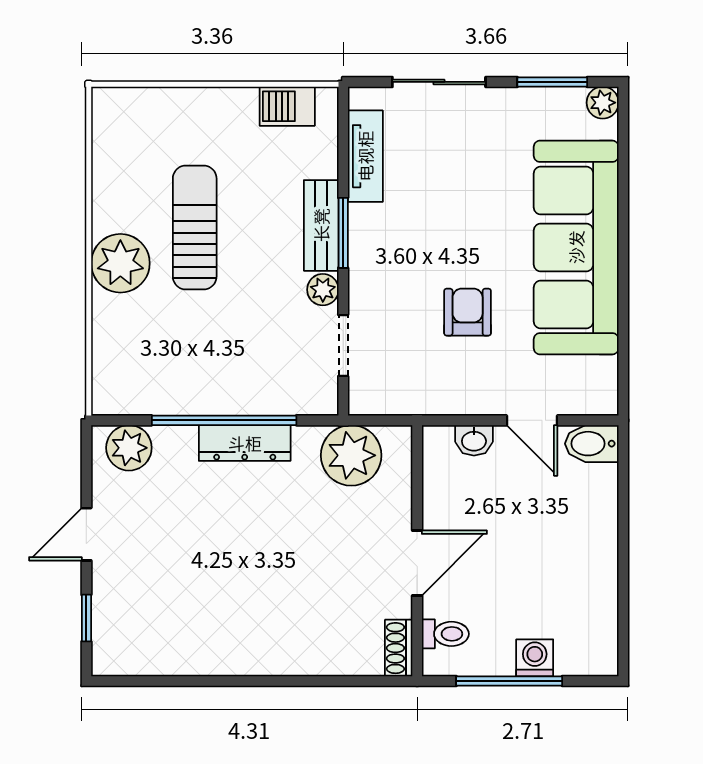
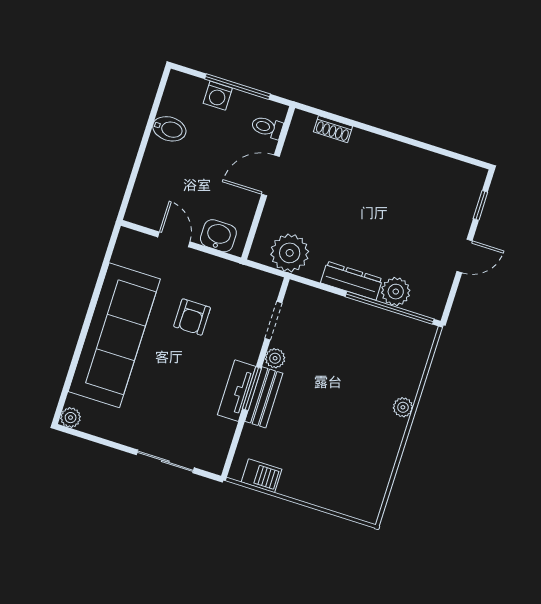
window: (552, 82) -> (97, 440), removed
tv unit: (365, 156) -> (237, 391), moved
sun lounger: (195, 227) -> (340, 420), removed
plant: (120, 263) -> (403, 407), width x0.53, depth x0.53
window: (224, 420) -> (390, 308), moved
washbasin: (474, 440) -> (218, 236), width x1.38, depth x1.45
bidet: (592, 444) -> (169, 129), moved
plant: (129, 448) -> (396, 292), moved
shoe rack: (399, 648) -> (333, 129), moved, turned 90

